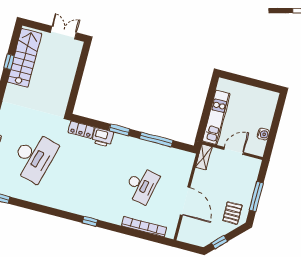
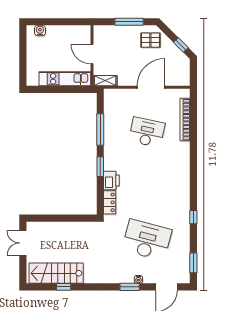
water cooler: (263, 134) -> (40, 31), moved
window: (90, 221) -> (193, 217), moved

